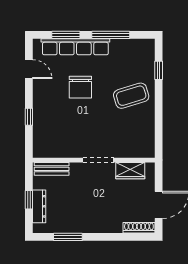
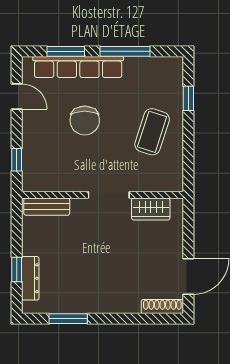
coffee table: (131, 96) -> (152, 132), turned -55
wall: (94, 160) -> (103, 195), moved
doorway: (98, 160) -> (109, 195), moved
bench: (52, 169) -> (47, 207), moved
wardrobe: (130, 171) -> (151, 209), moved

